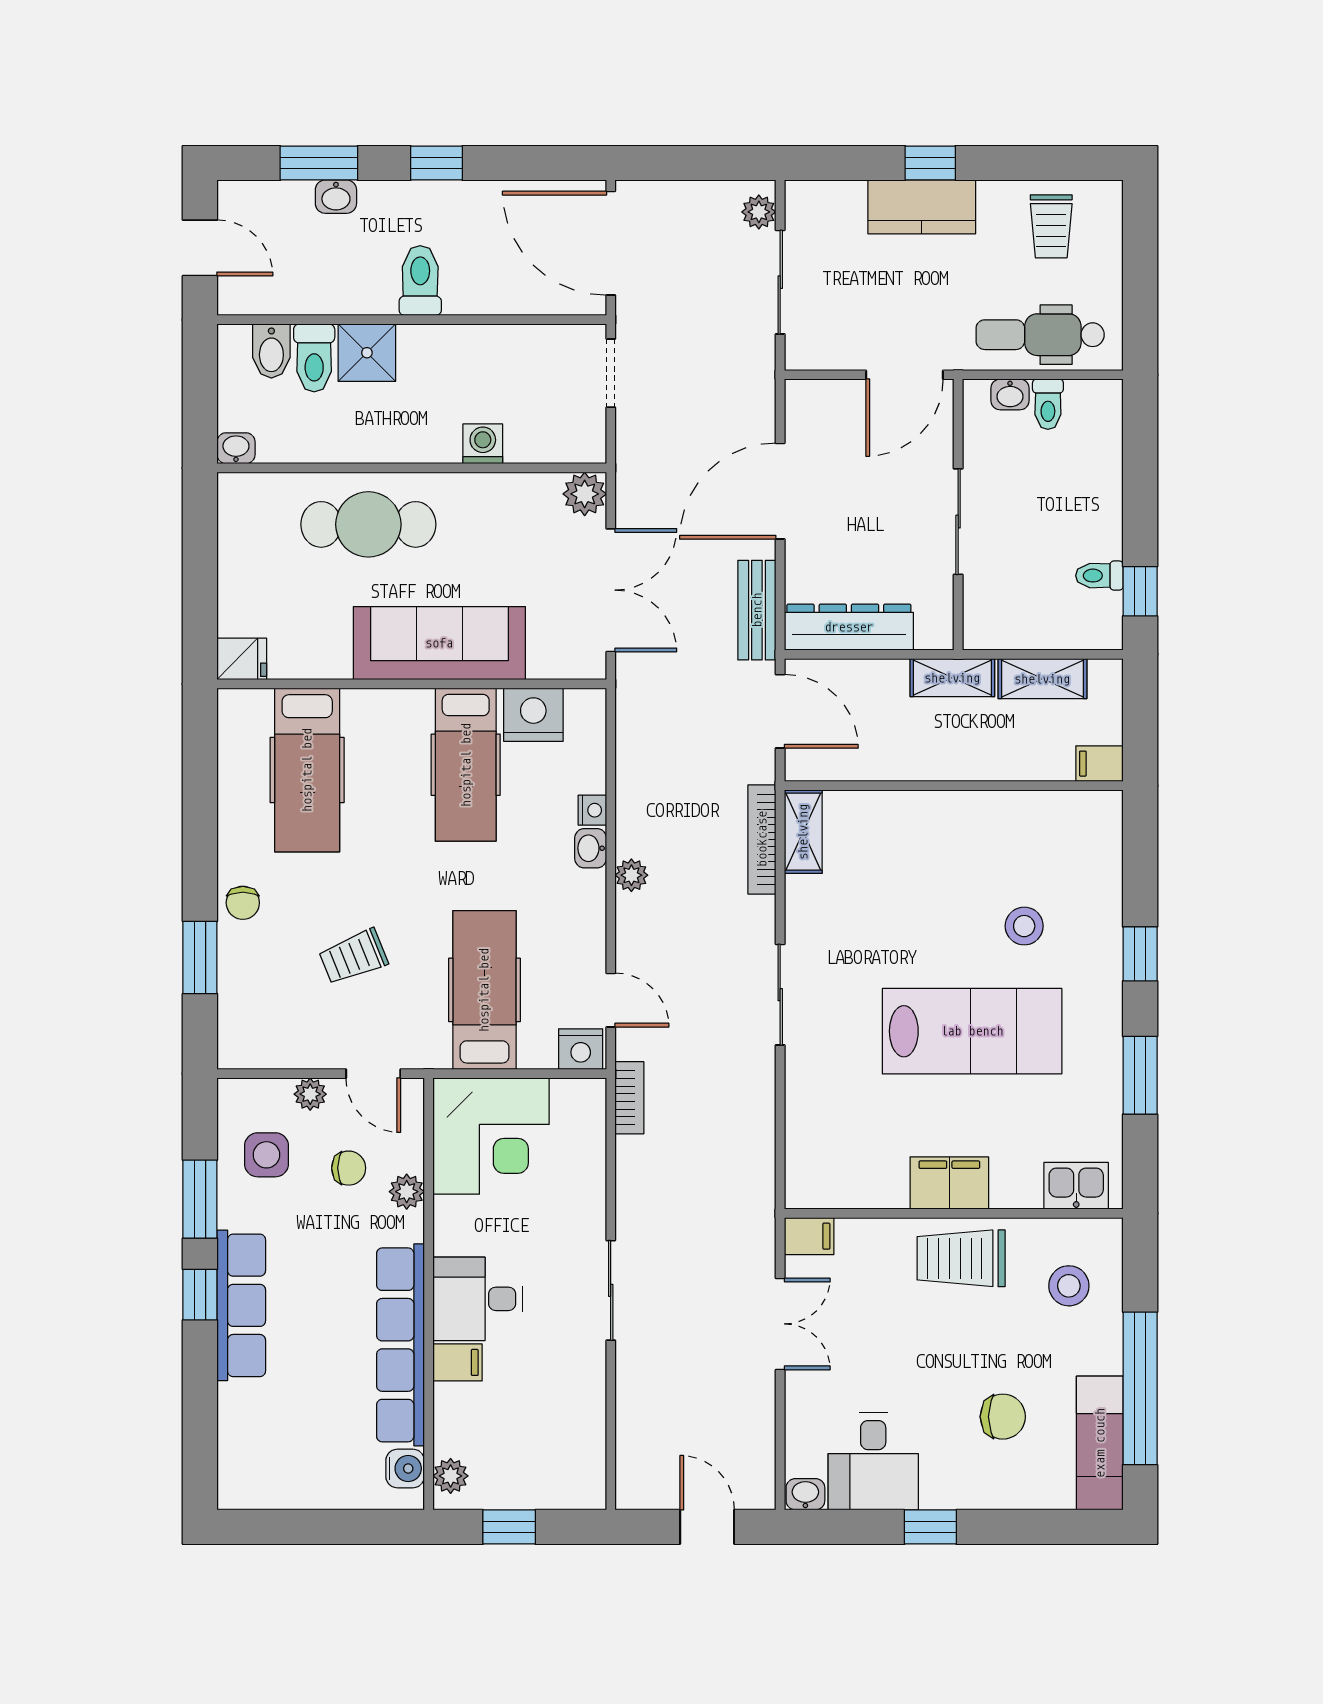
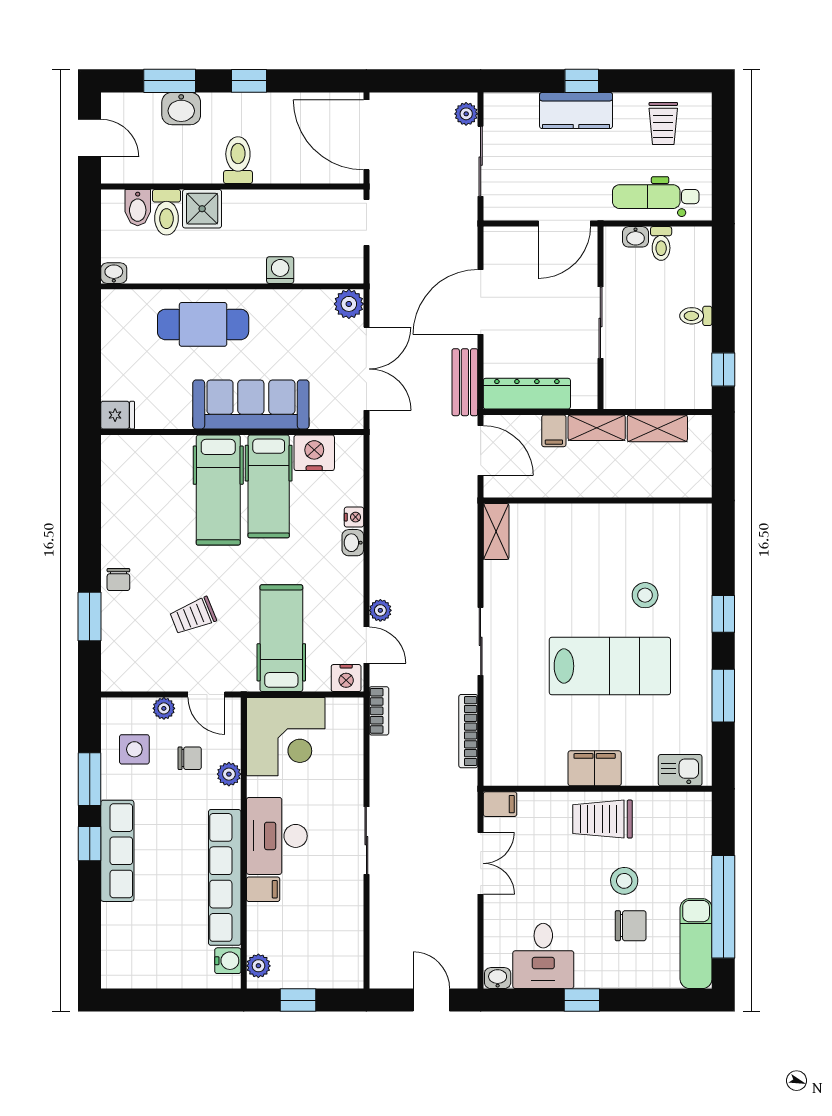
washbasin: (336, 197) -> (181, 109), width x1.38, depth x1.45
toilet: (1099, 576) -> (696, 316), moved
filing cabinet: (1099, 764) -> (554, 431), moved, turned -90
hospital bed: (307, 770) -> (218, 490), moved
bookcase: (762, 839) -> (468, 731), moved
plant: (631, 875) -> (380, 610), moved
stool: (1069, 1286) -> (624, 881), moved
desk: (478, 1299) -> (277, 836), width x1.37

